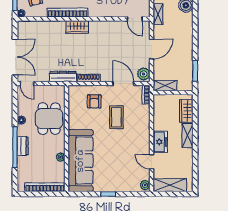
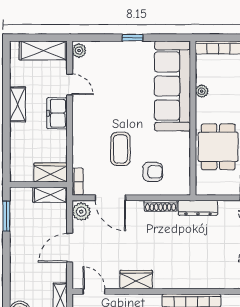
wardrobe: (77, 27) -> (136, 280), moved
armchair: (94, 101) -> (153, 172), turned 90
wardrobe: (186, 111) -> (51, 173), moved, turned -90
shelving: (187, 135) -> (18, 104), moved

